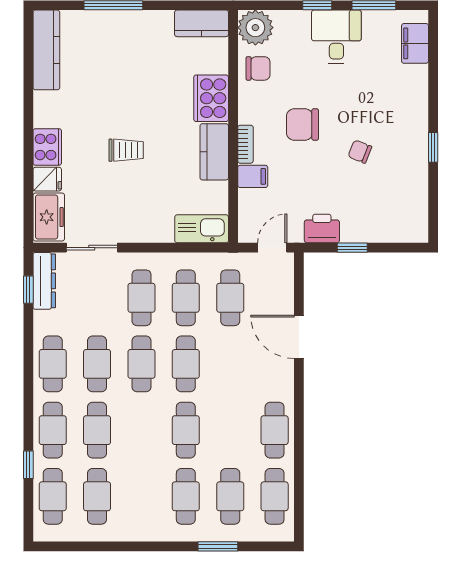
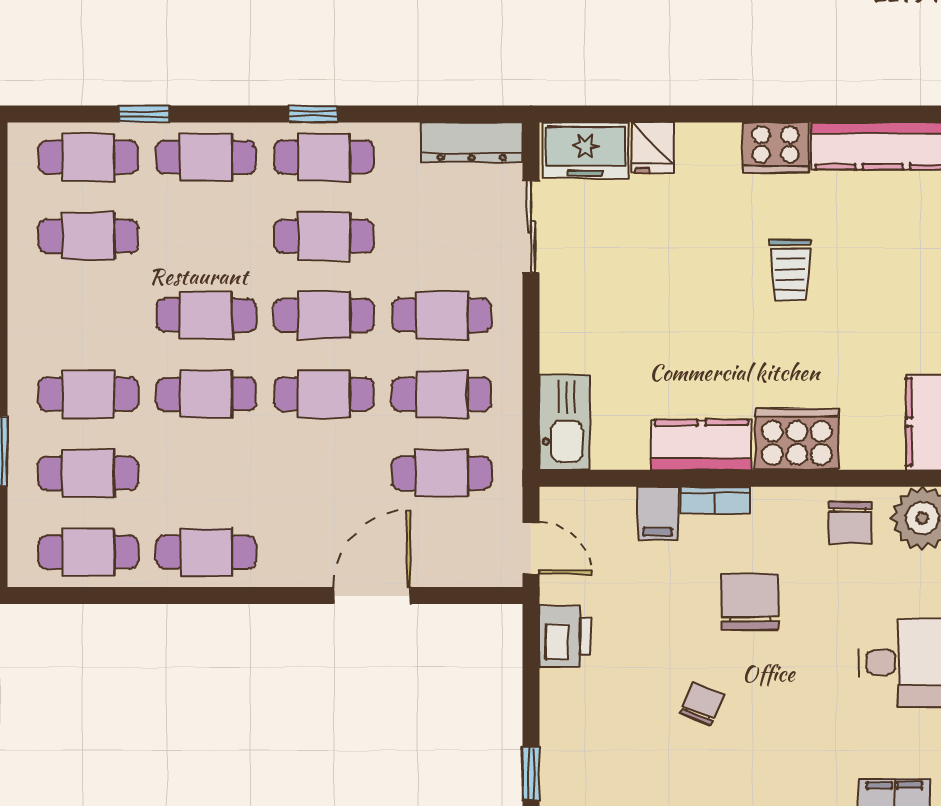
cooker: (47, 147) -> (776, 148), moved
trolley: (126, 150) -> (790, 270), moved
window: (352, 248) -> (531, 774), moved
window: (28, 290) -> (313, 114), moved
cafe table: (97, 430) -> (206, 315), moved

